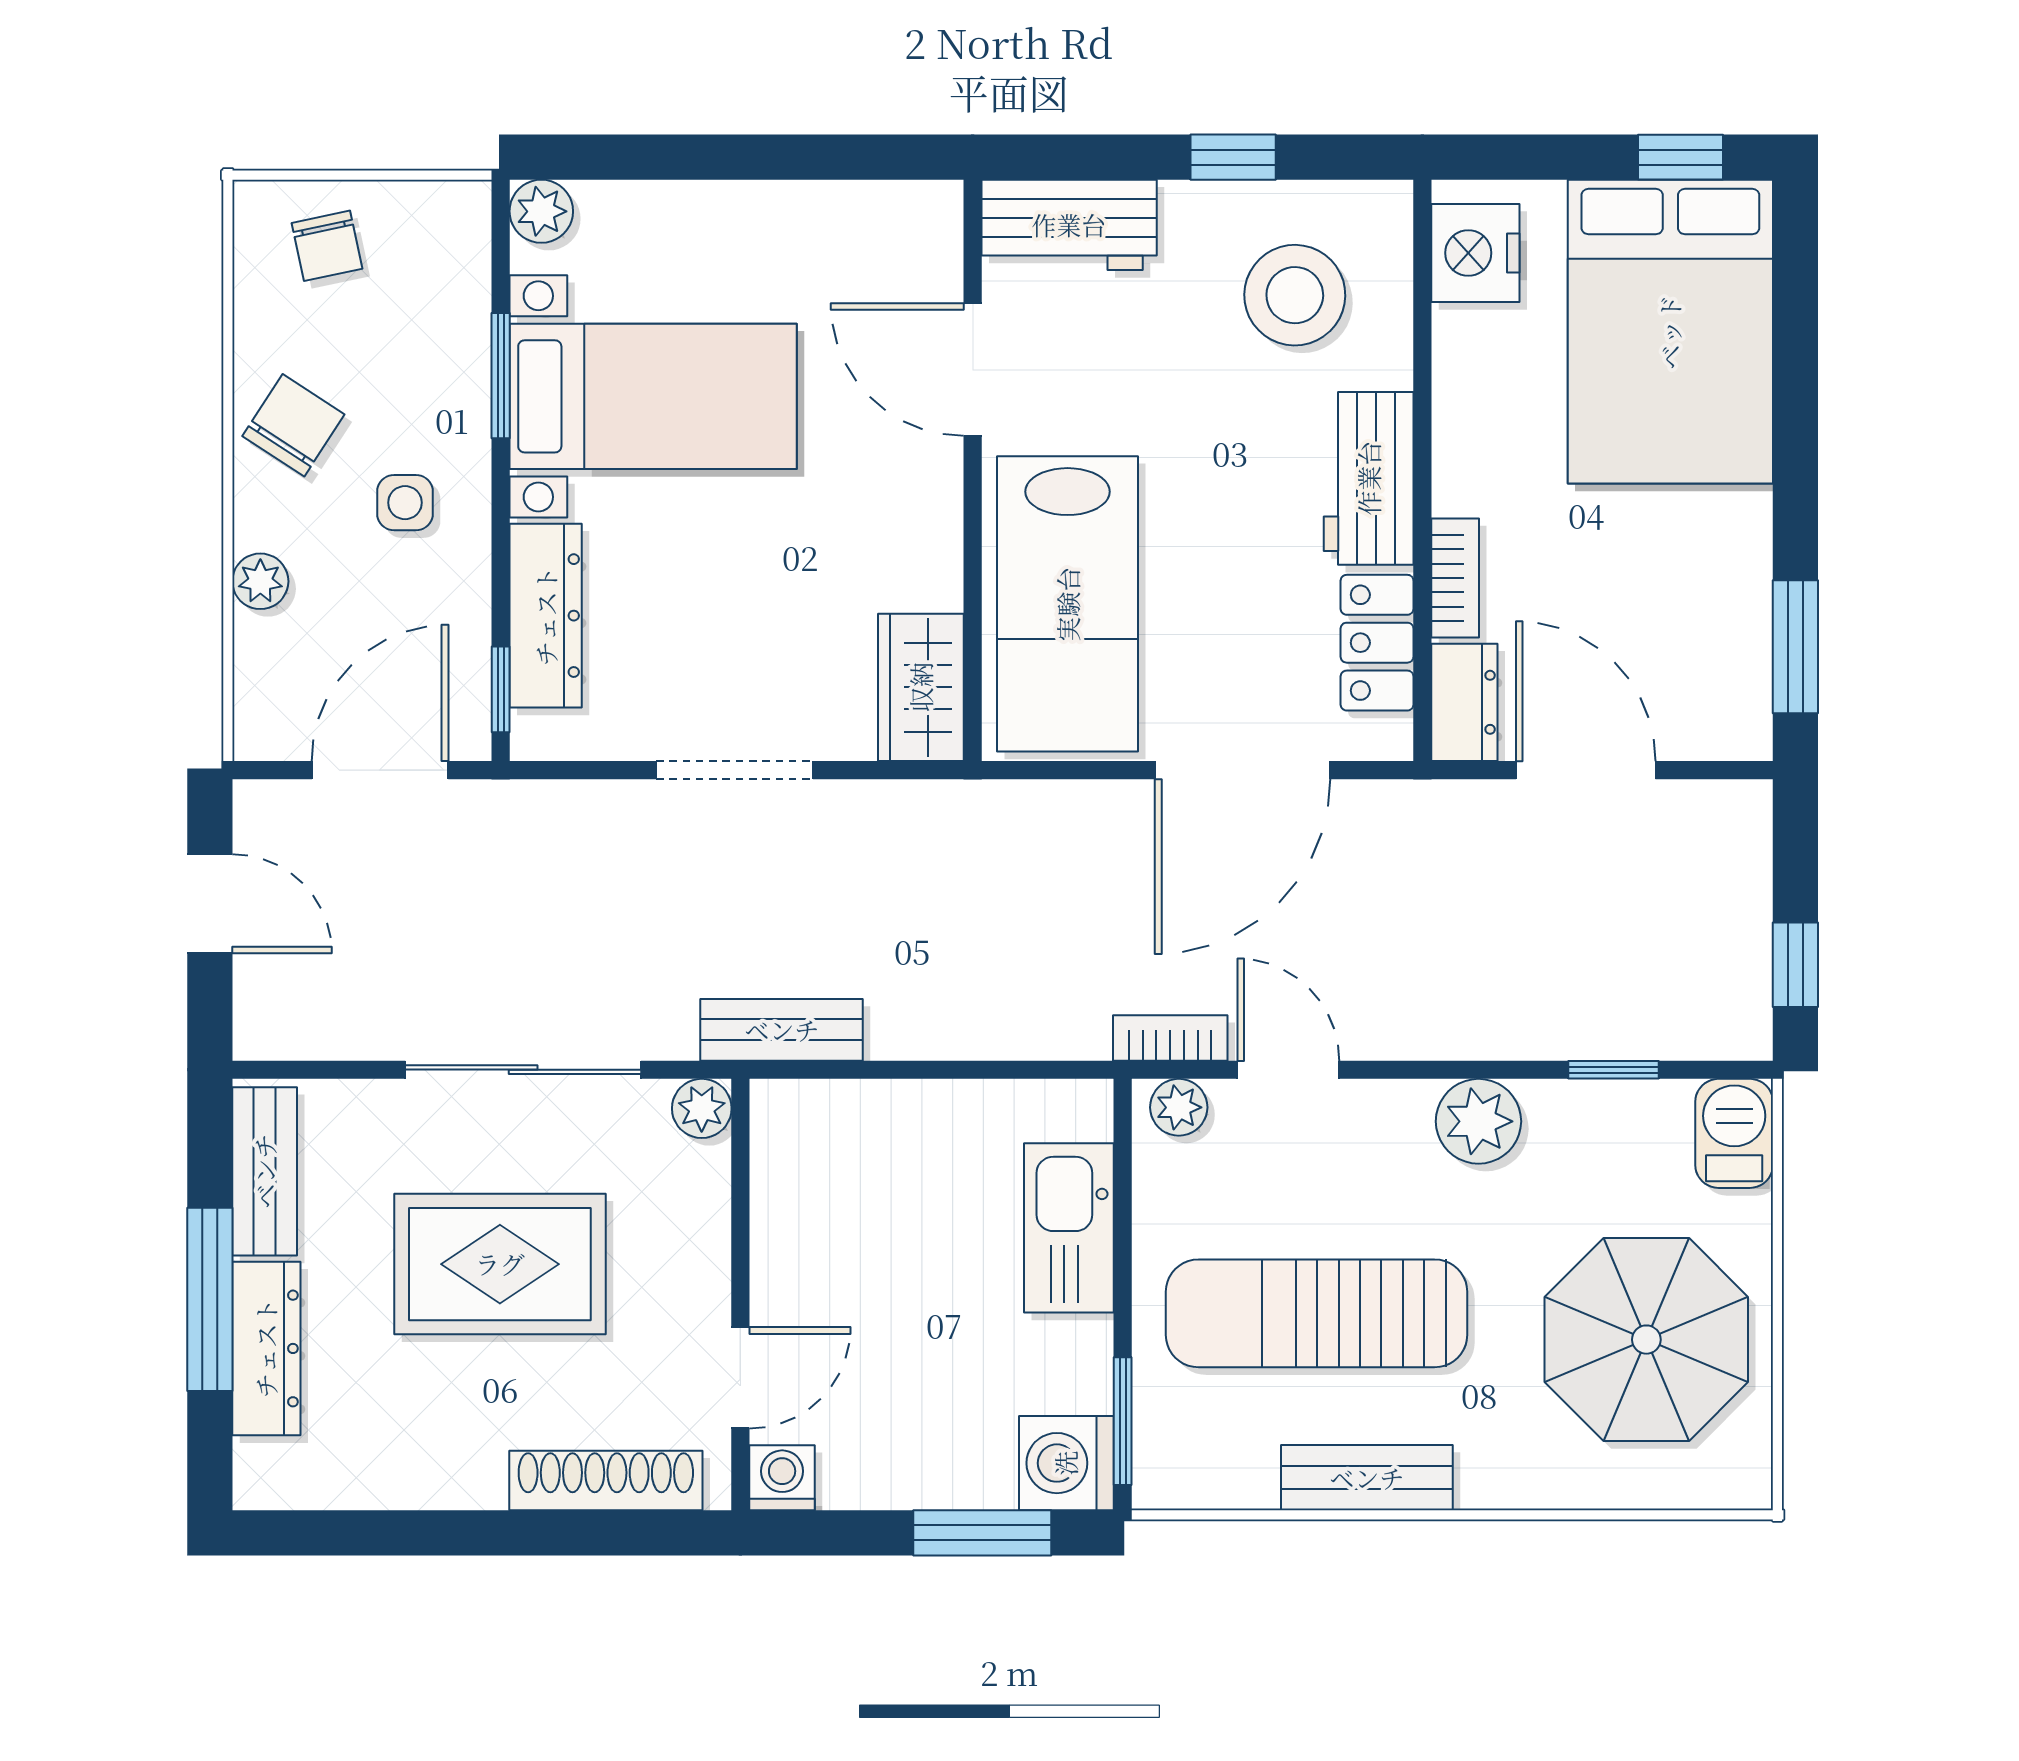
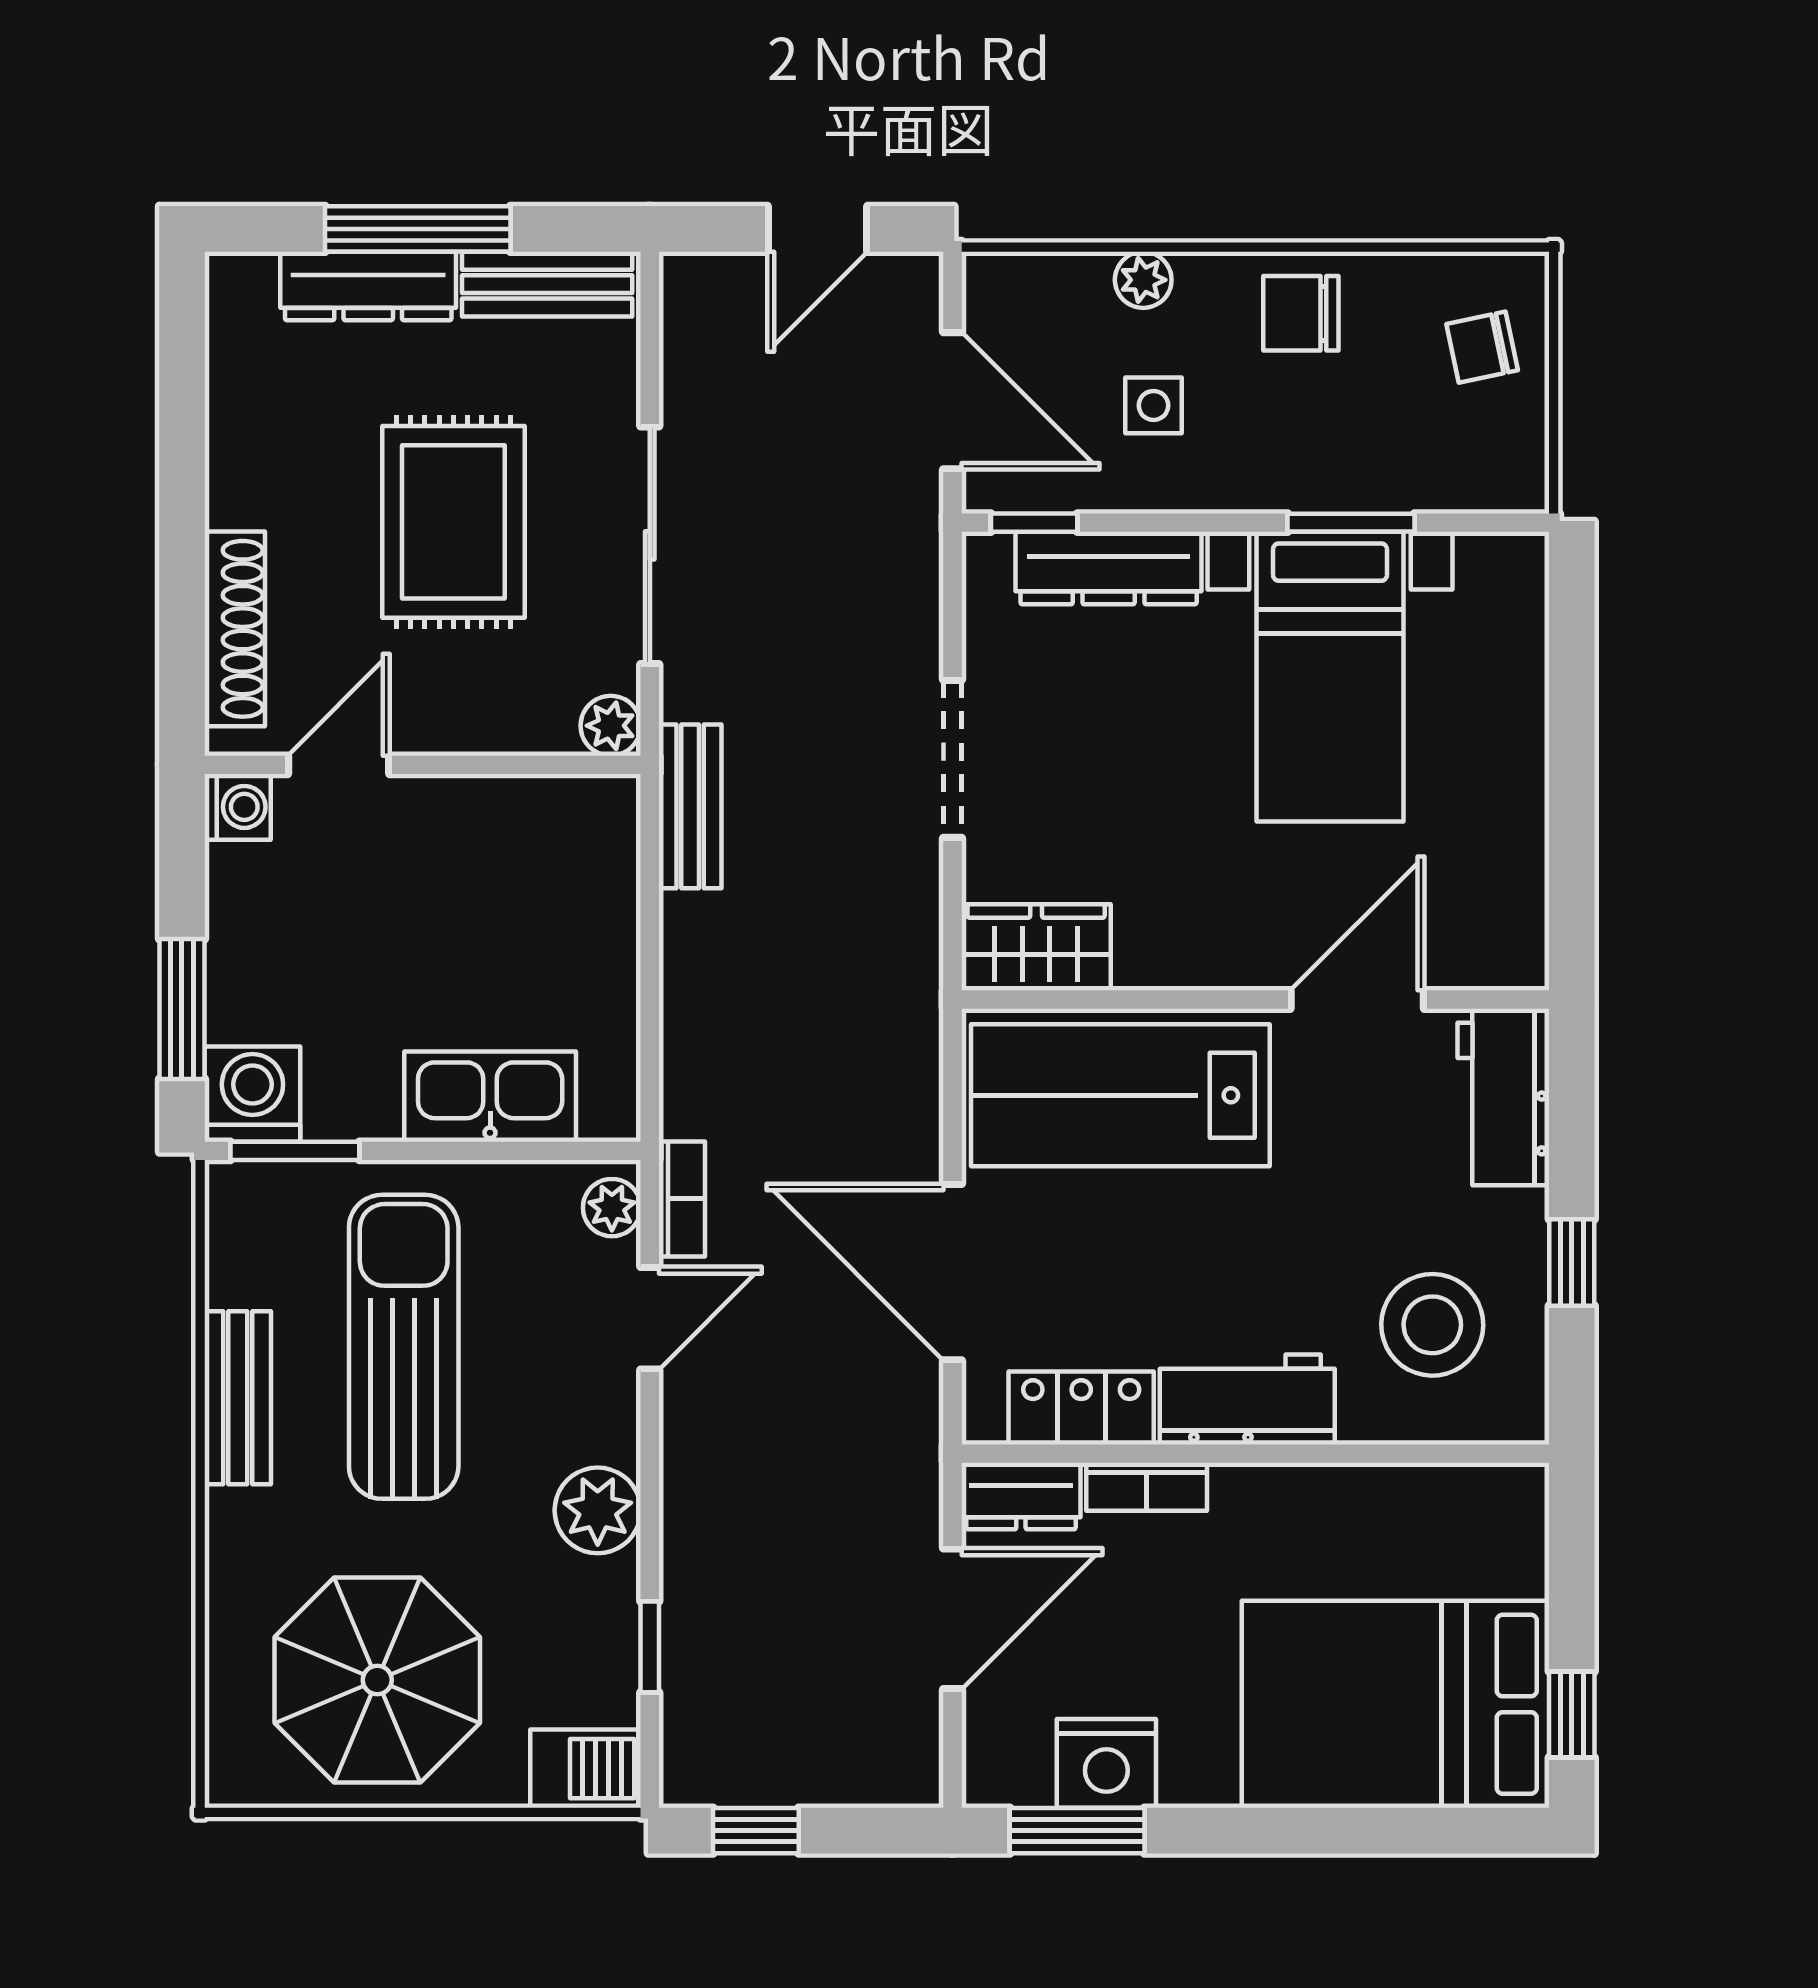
plant: (541, 211) -> (1517, 564), removed
nightstand: (1475, 253) -> (1106, 1763), moved, turned 180
chair: (293, 425) -> (1301, 313), turned 147
side table: (405, 503) -> (1154, 405), moved
door: (740, 1378) -> (339, 765), swing flipped

